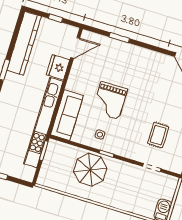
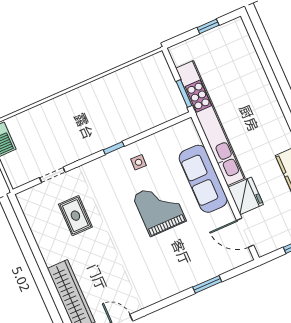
door: (75, 48) -> (245, 233), hinge flipped
sofa: (67, 115) -> (203, 179), moved
parasol: (90, 170) -> (116, 116), removed

